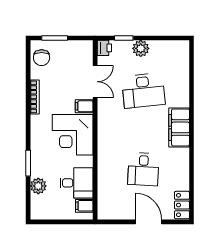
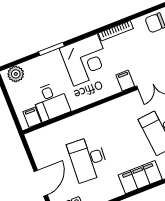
corner desk: (73, 135) -> (86, 60), moved, turned 180
desk: (143, 169) -> (88, 159), width x1.37
plant: (38, 186) -> (16, 74), moved

